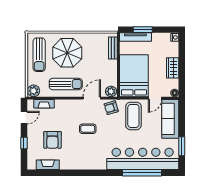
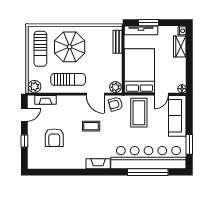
wardrobe: (173, 68) -> (180, 46), moved
door: (92, 98) -> (95, 94), swing flipped
fireplace: (48, 165) -> (98, 164), moved

